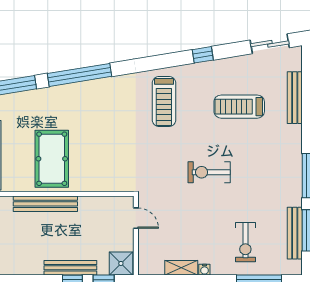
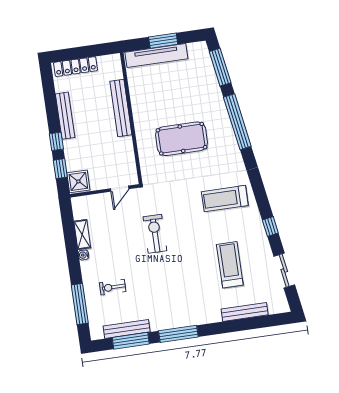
sliding door: (270, 44) -> (284, 271), moved
pool table: (52, 159) -> (181, 139), moved
exercise bike: (209, 172) -> (155, 234), moved
exercise bike: (245, 242) -> (113, 287), width x0.73, depth x0.72
bench: (70, 268) -> (65, 116), moved

